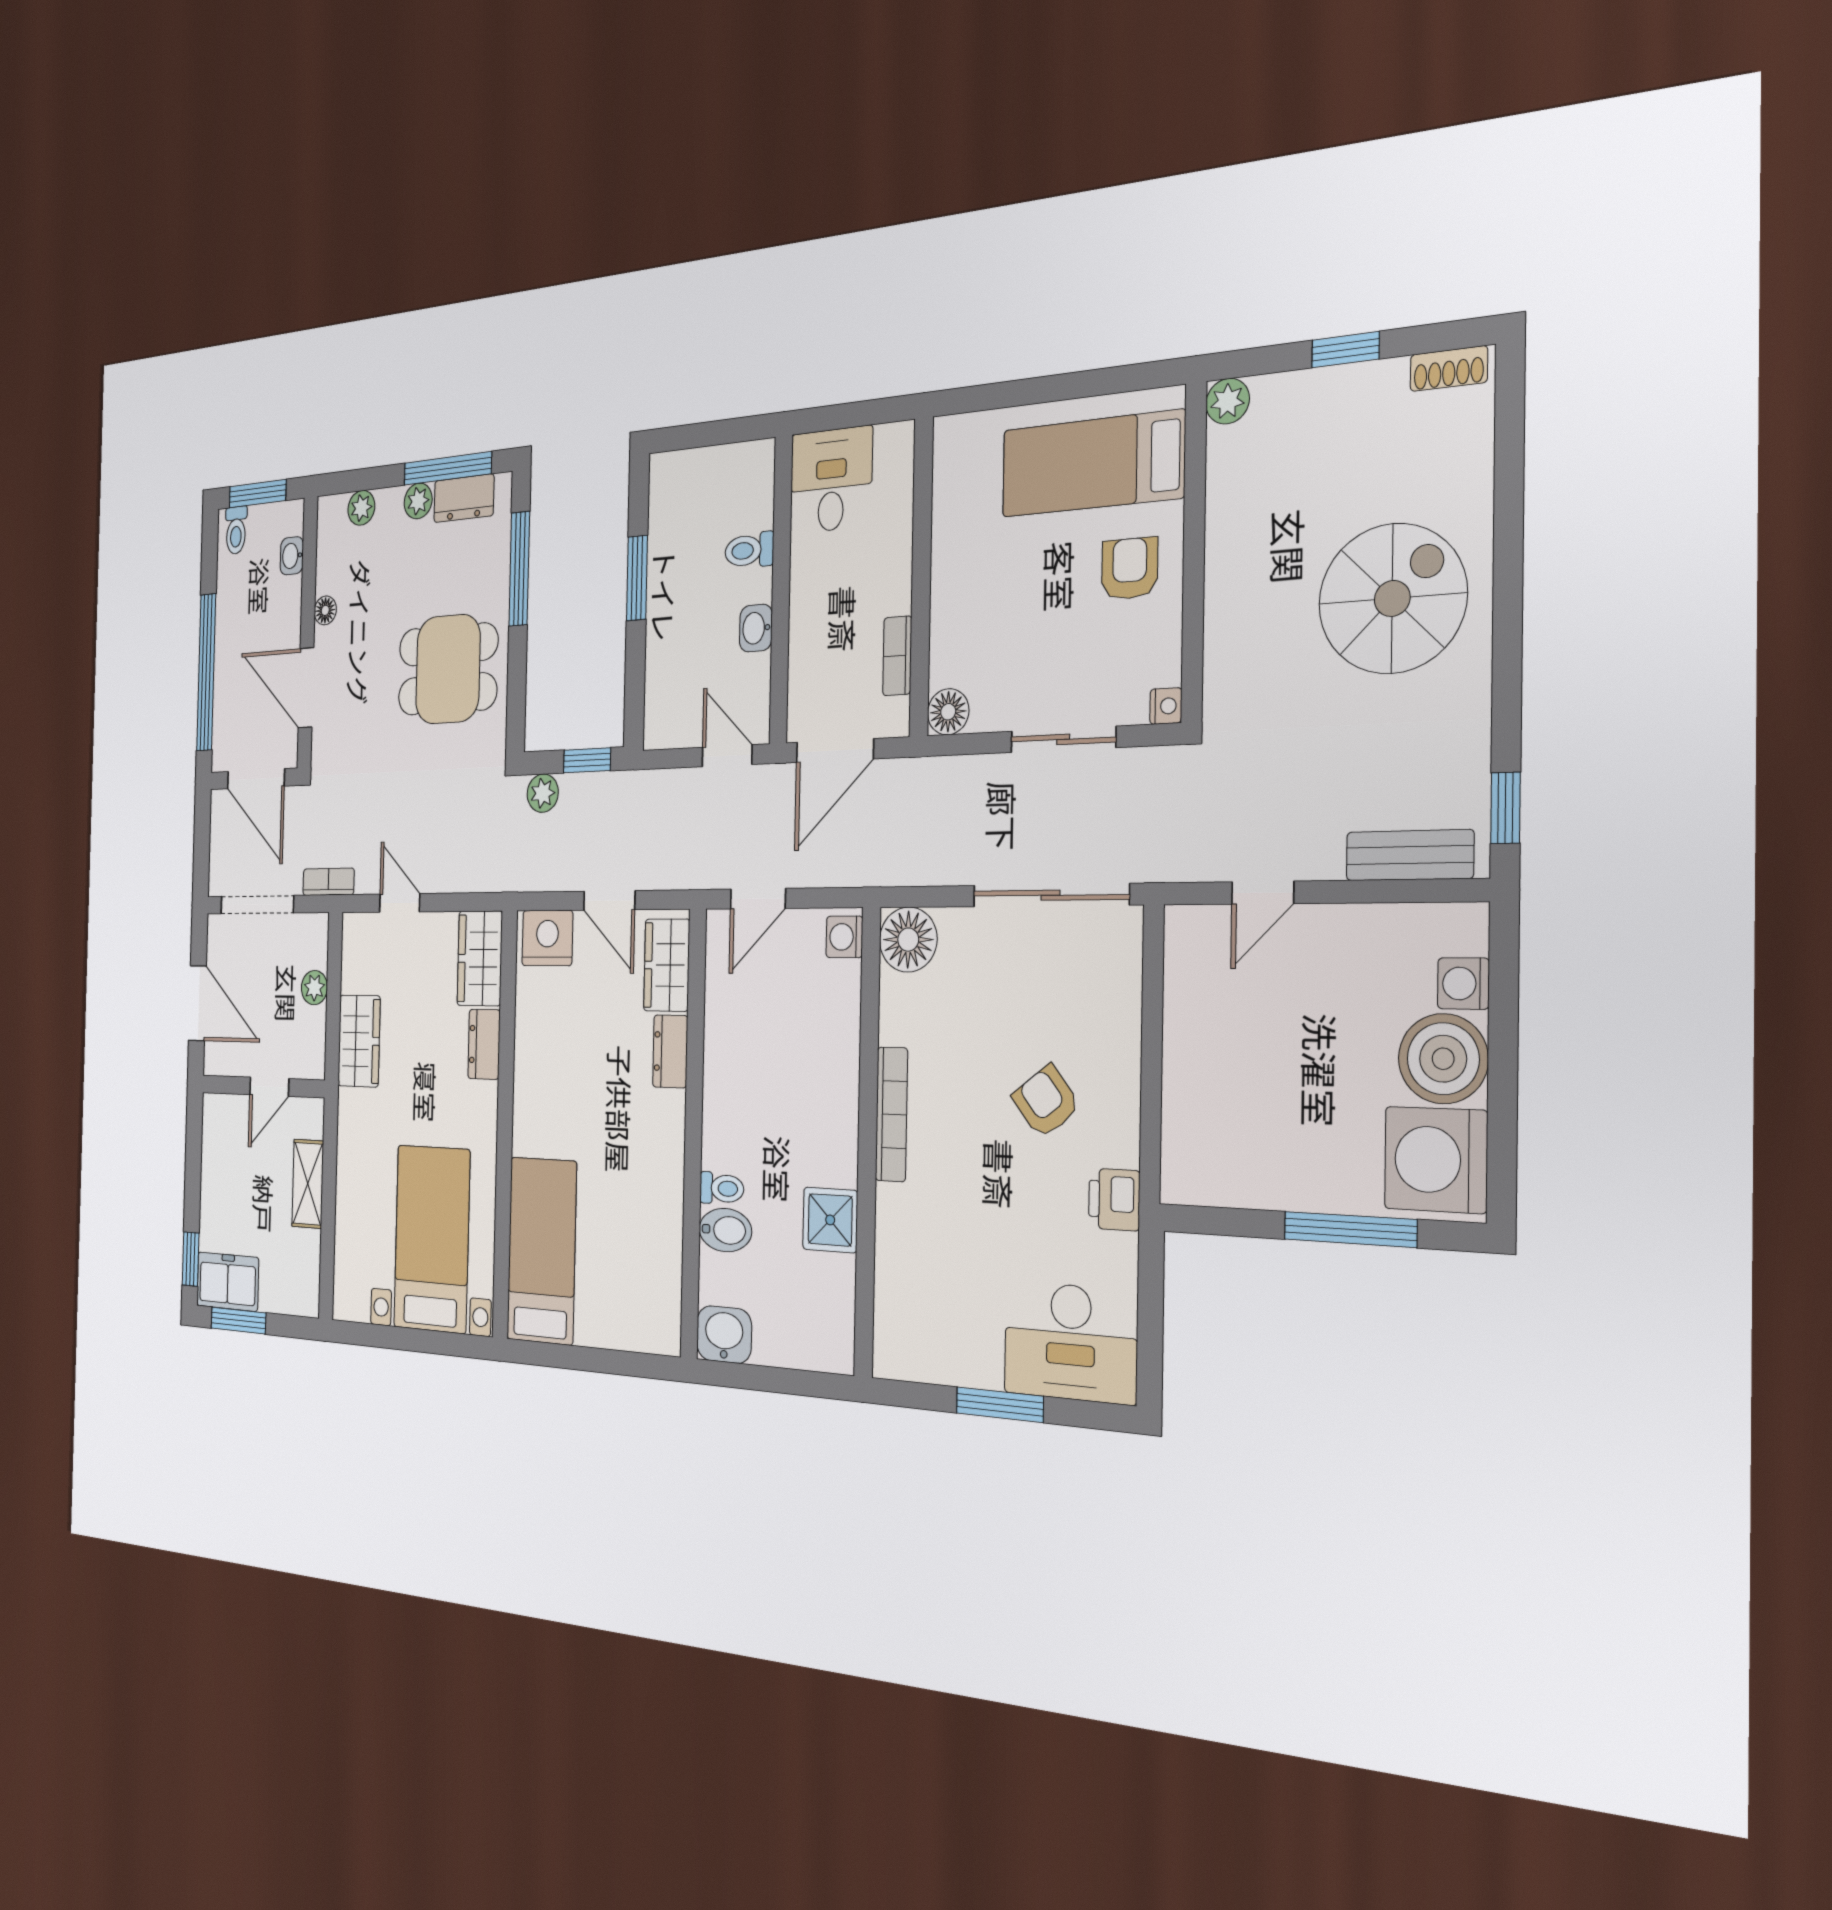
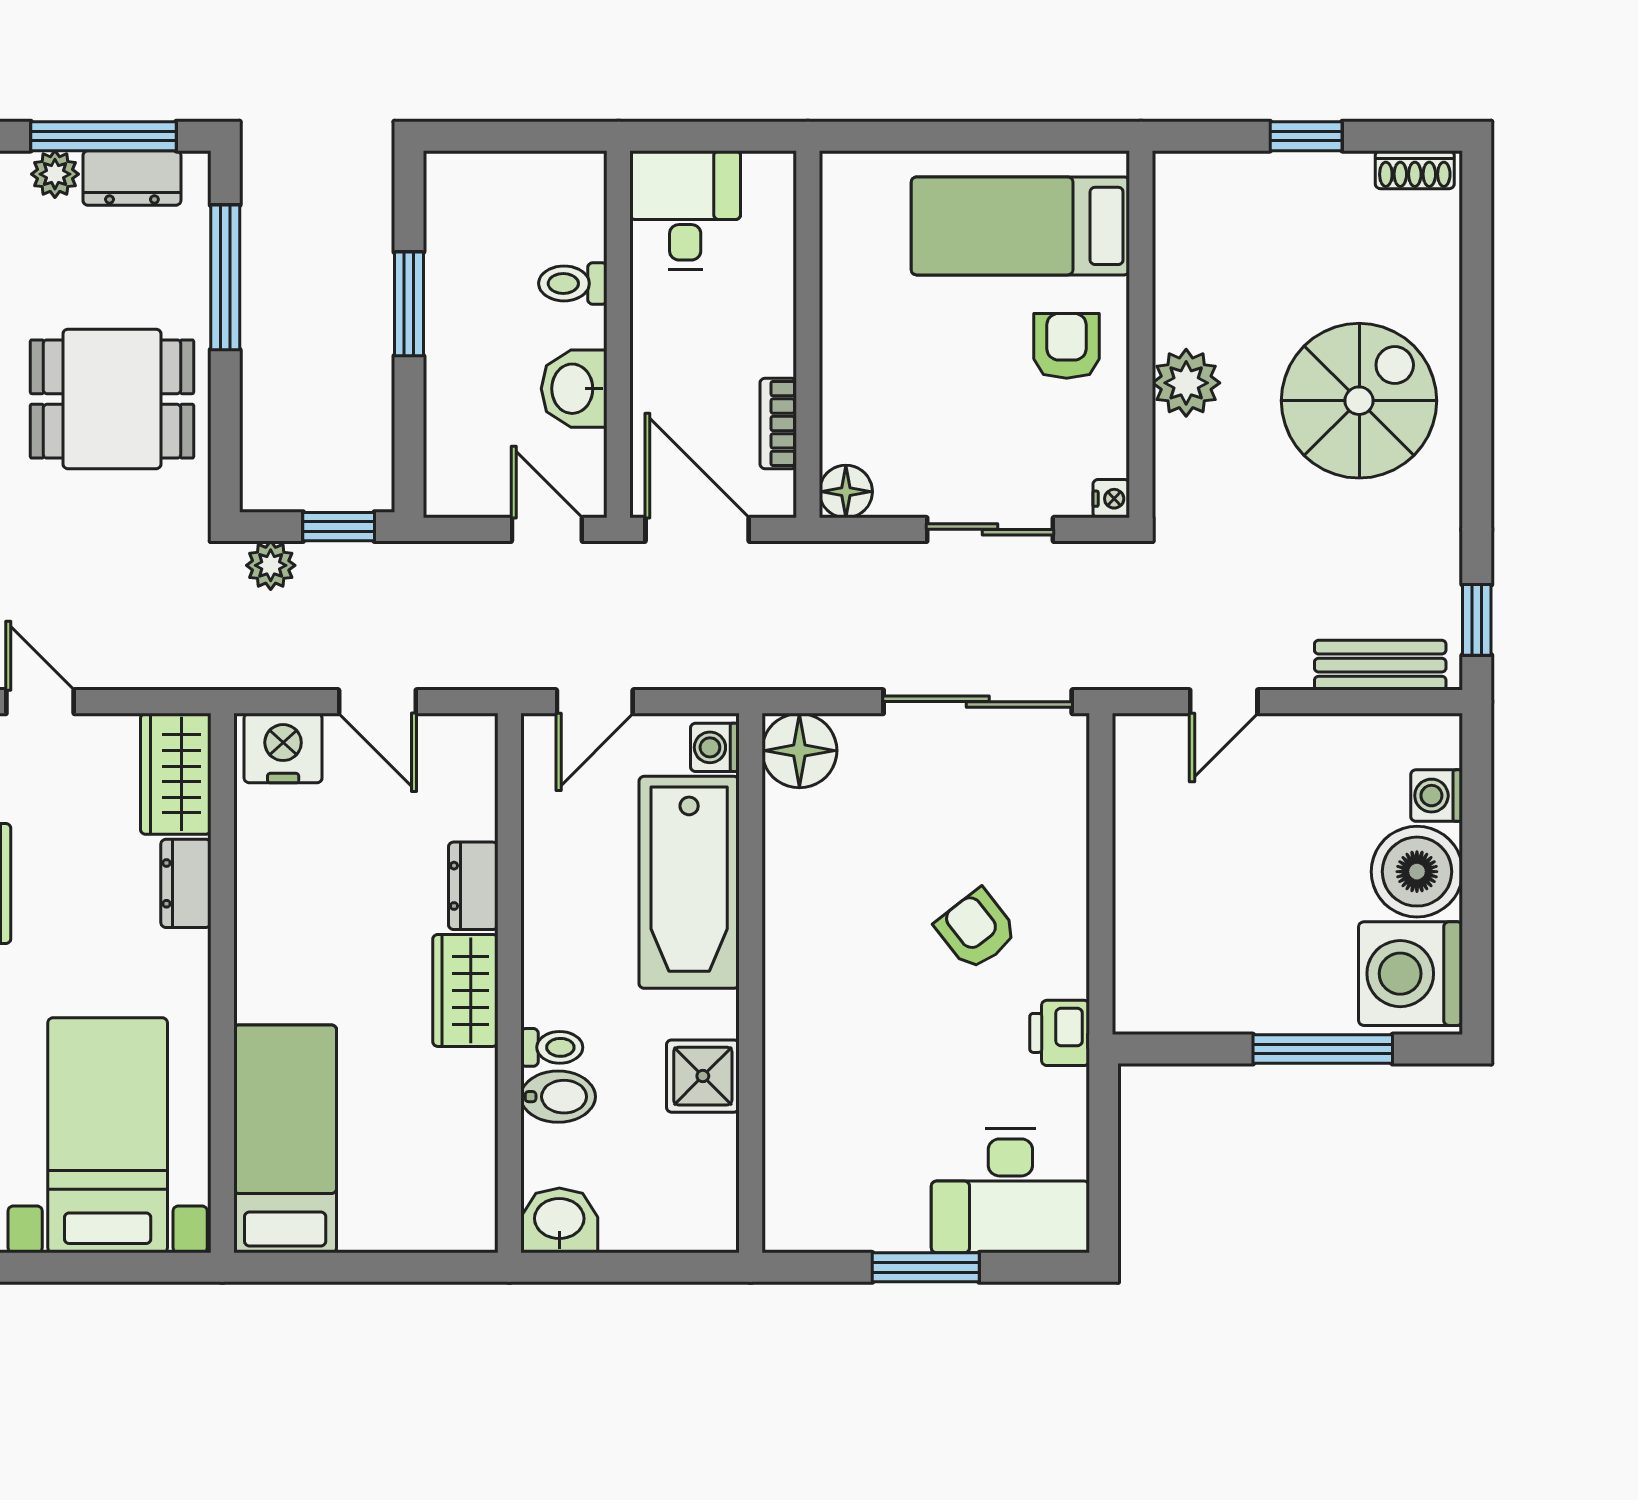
plant: (1228, 401) -> (1186, 383), moved, width x1.38, depth x1.38
washbasin: (756, 628) -> (574, 389), width x1.38, depth x1.45
door: (835, 751) -> (697, 529), swing flipped
wardrobe: (667, 965) -> (465, 990), moved
bathtub: (823, 1053) -> (689, 882), added
bookcase: (891, 1114) -> (782, 951), removed

